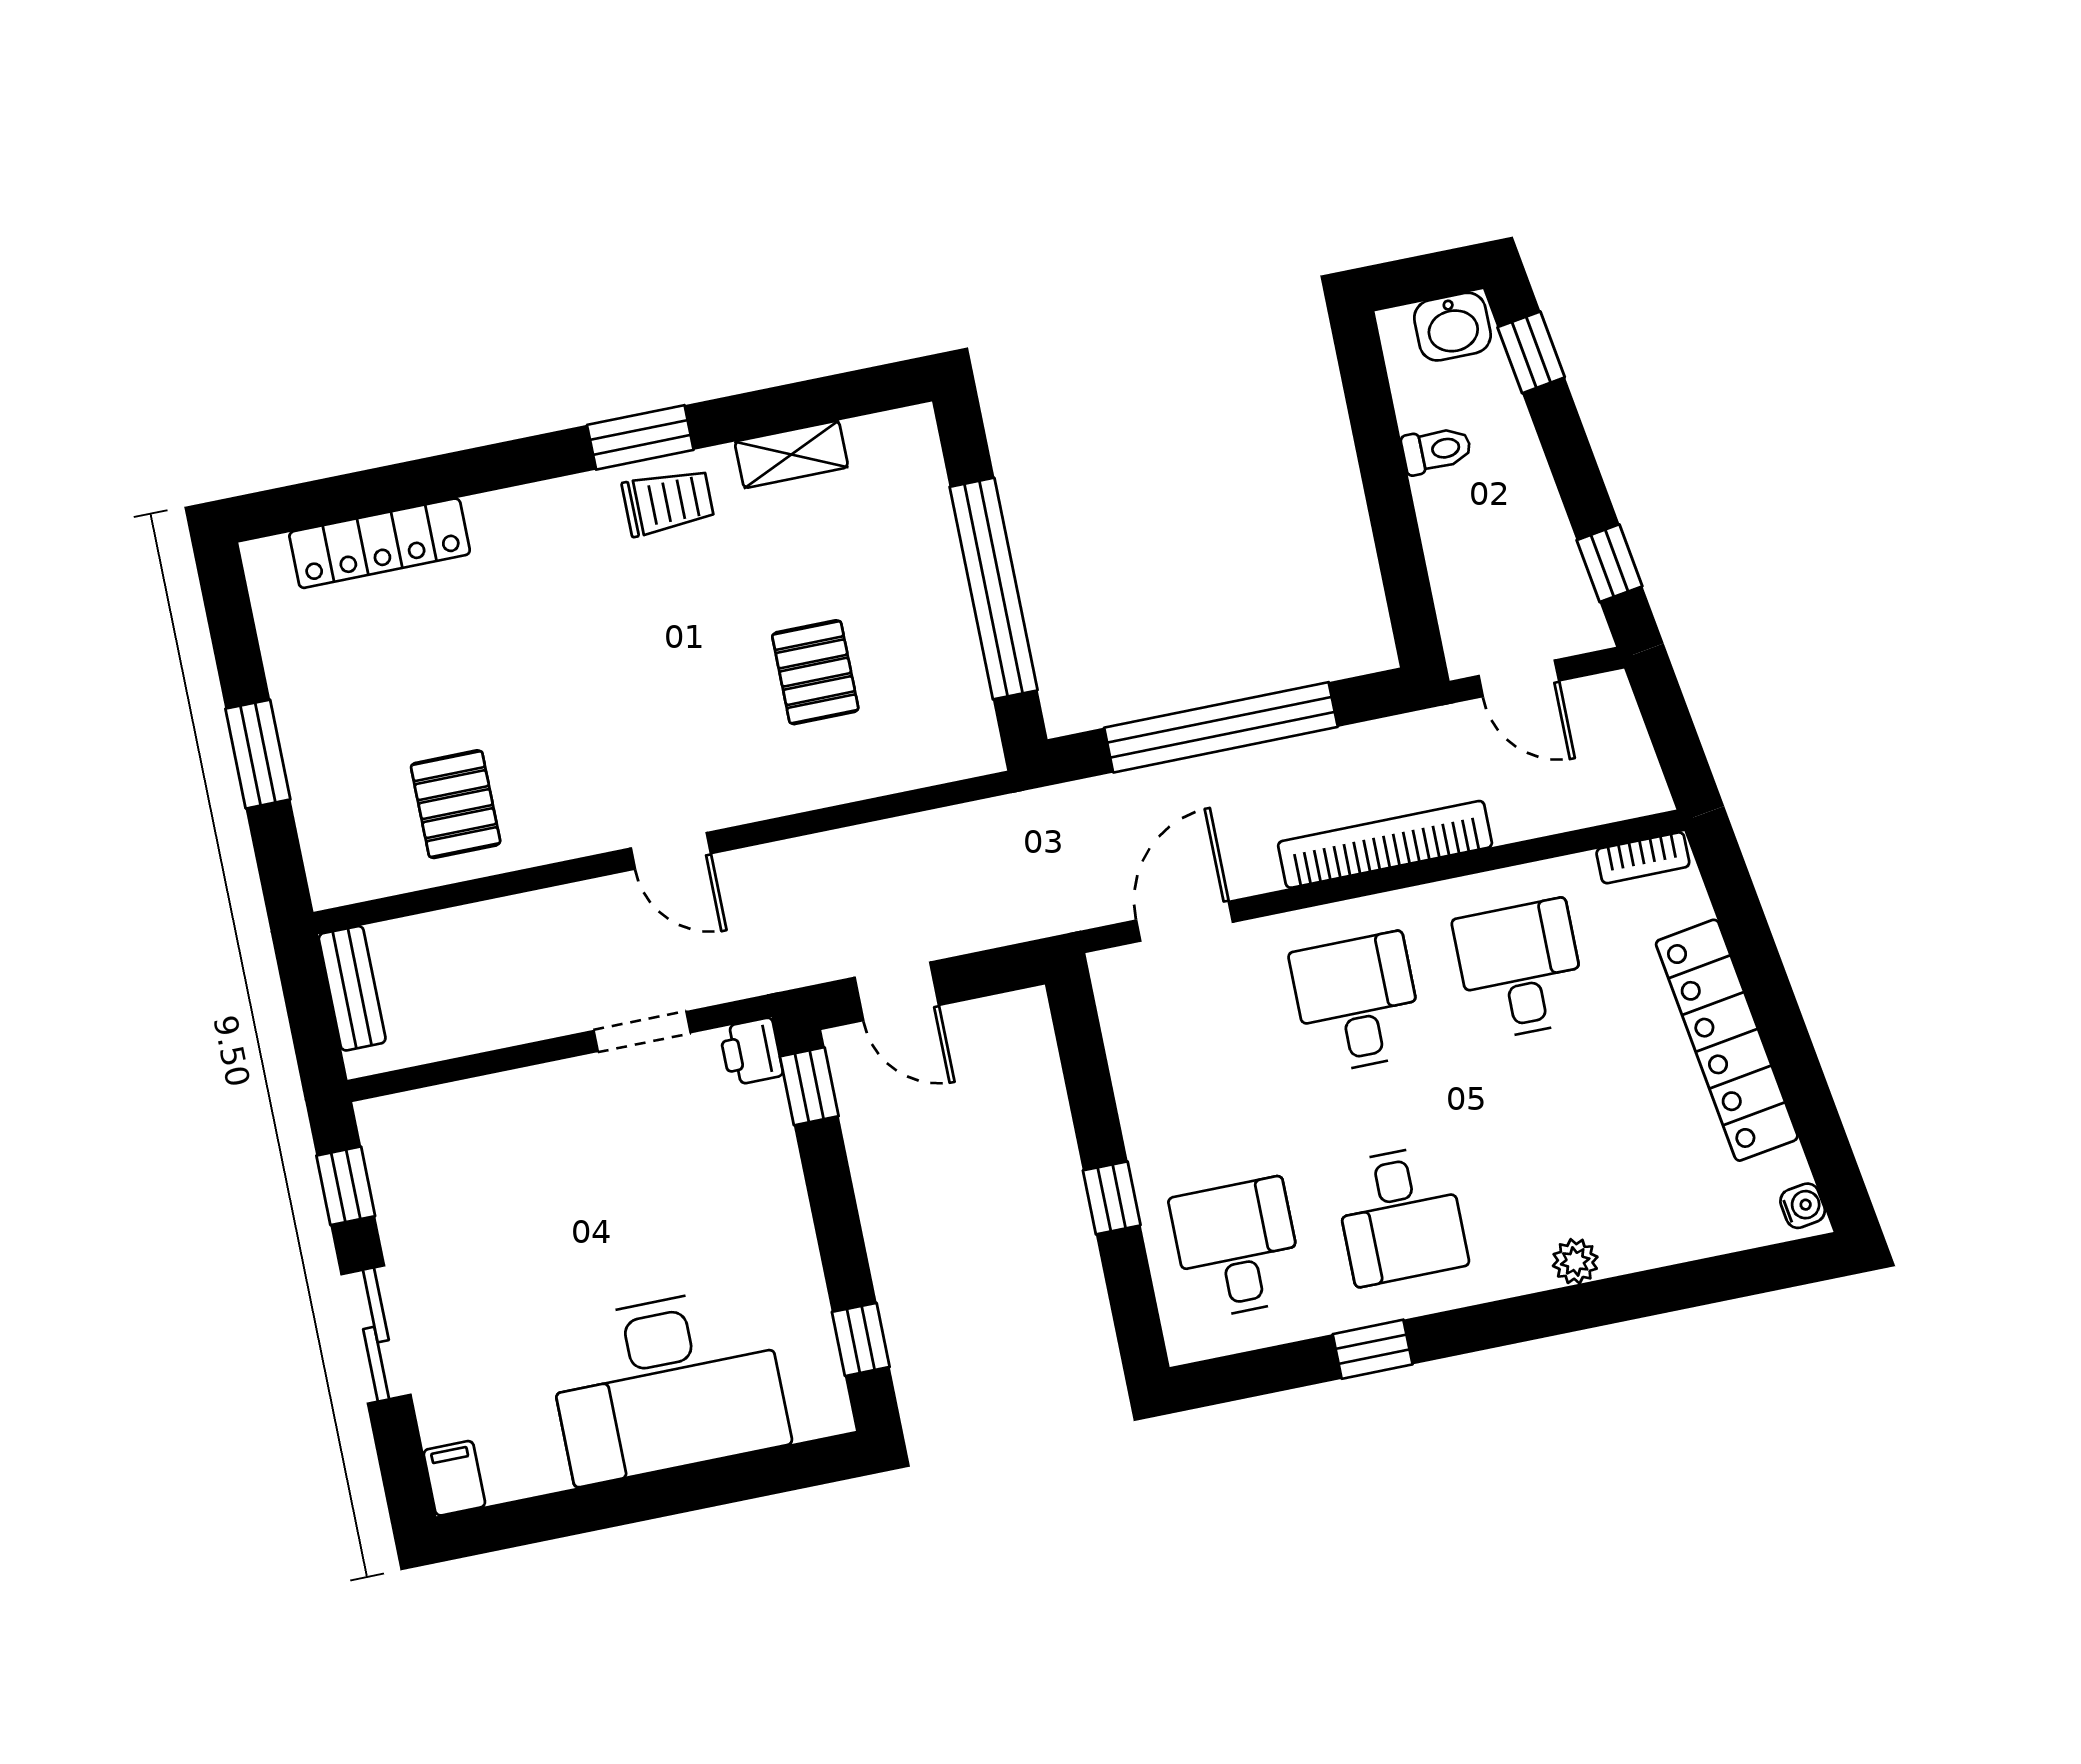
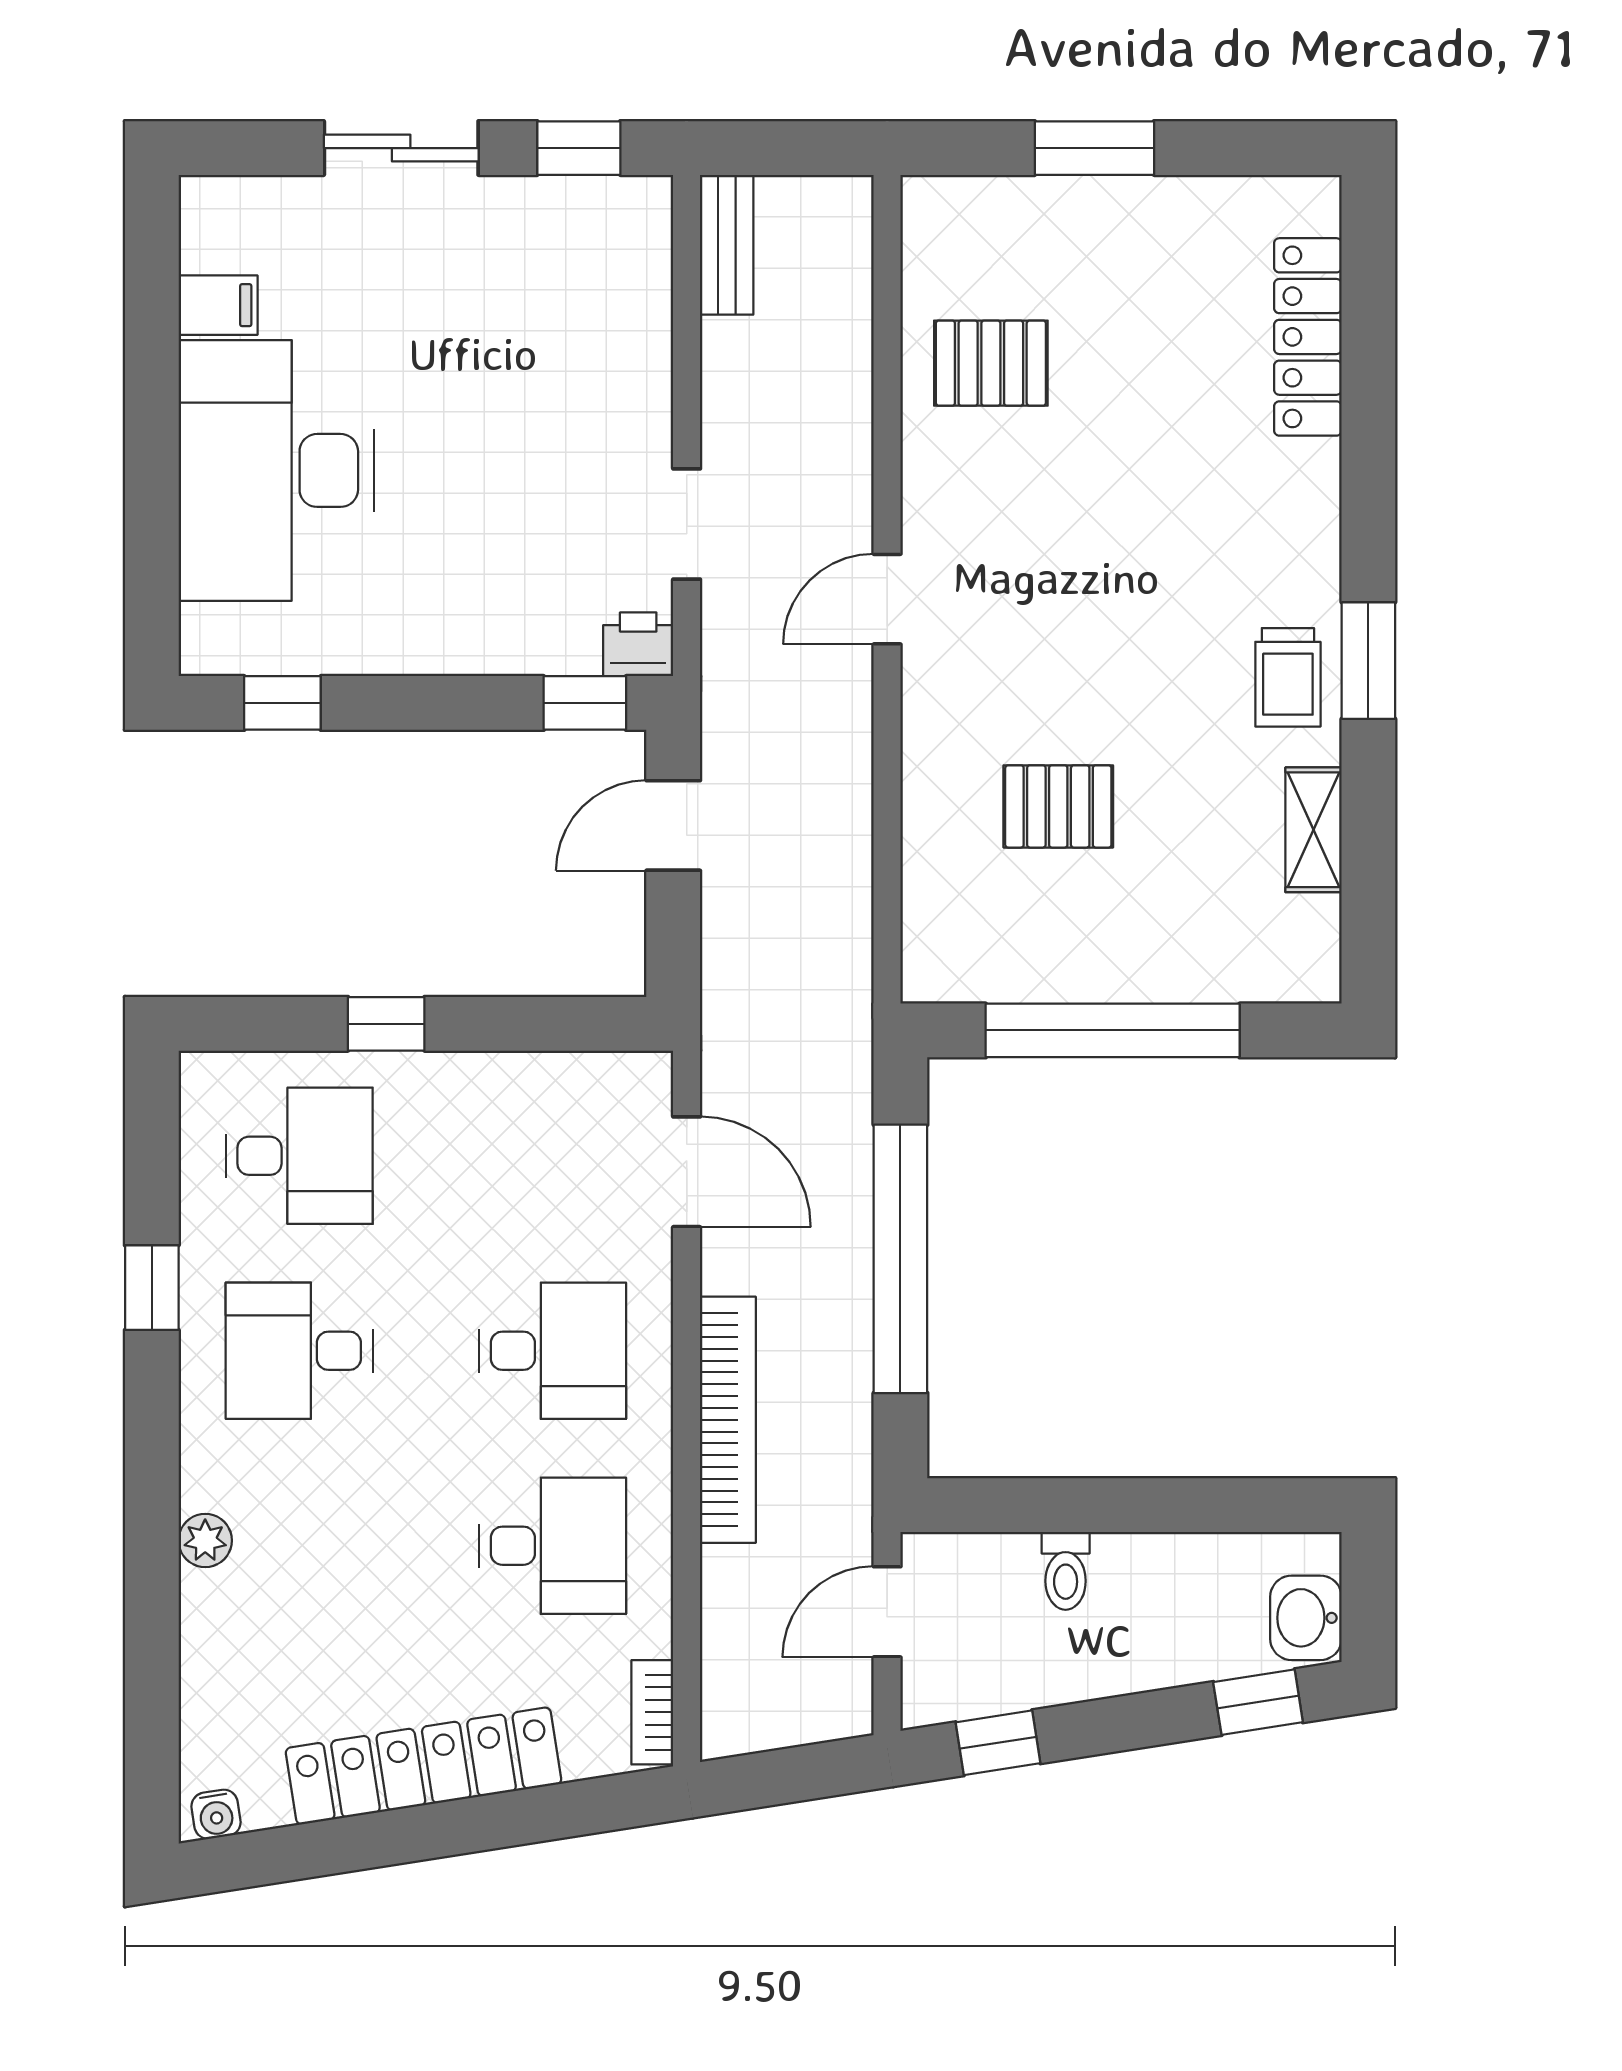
toilet: (1437, 450) -> (1066, 1571), moved
bench: (352, 988) -> (727, 245), moved, turned 90
filing cabinet: (454, 1478) -> (218, 305), moved

